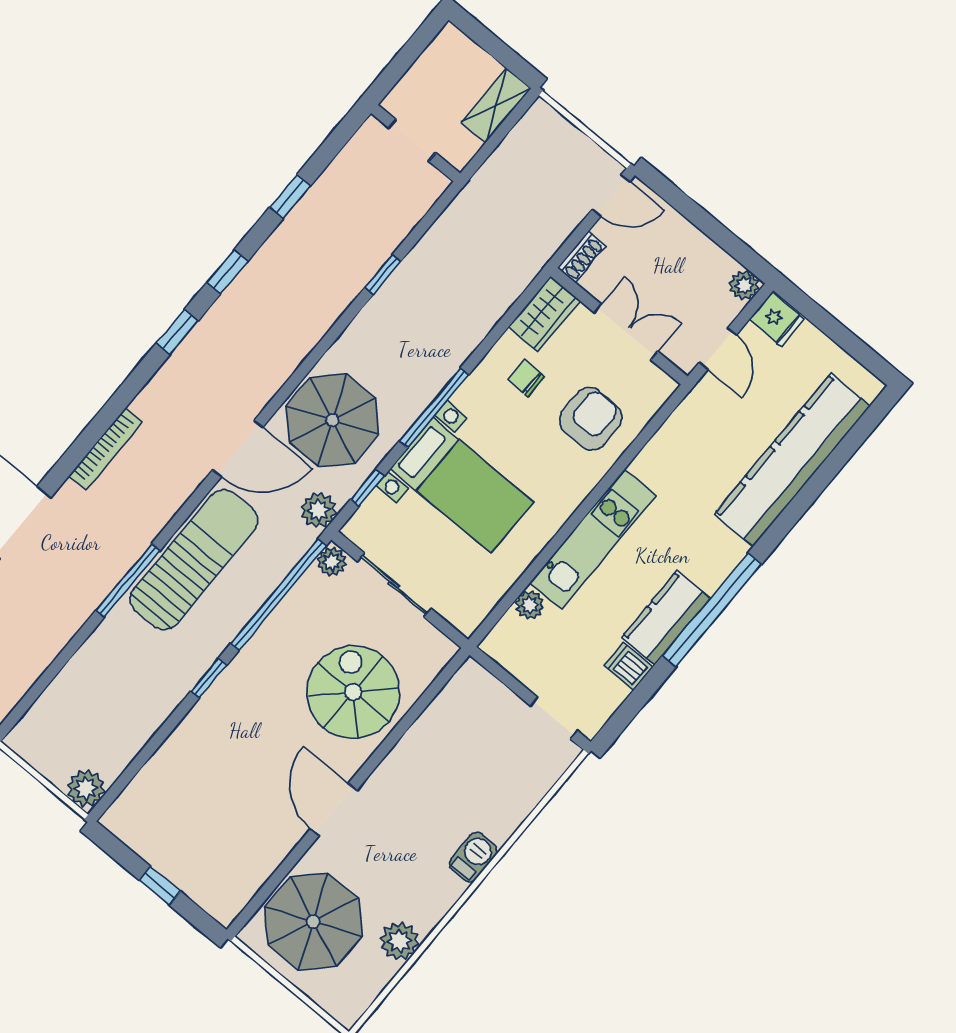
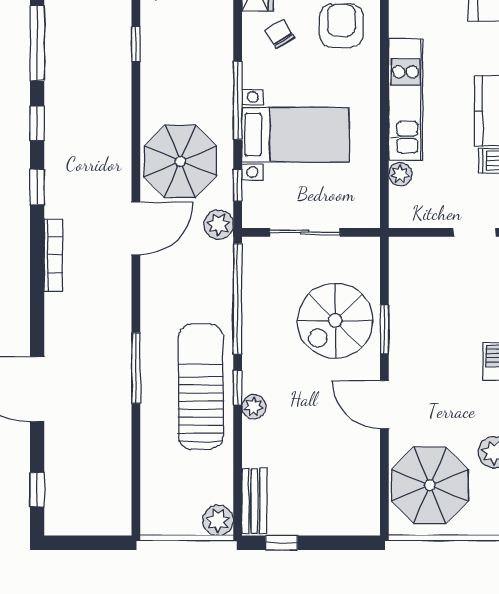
window: (290, 196) -> (37, 43), width x2.17
chair: (526, 378) -> (280, 34), turned 59
bookcase: (105, 449) -> (53, 255), moved
sun lounger: (194, 560) -> (201, 387), moved
plant: (332, 562) -> (254, 407), moved
spiral stairs: (353, 692) -> (335, 321), turned -90
window: (393, 739) -> (384, 329), added
bench: (135, 798) -> (254, 501), added
window: (160, 886) -> (282, 543), moved

